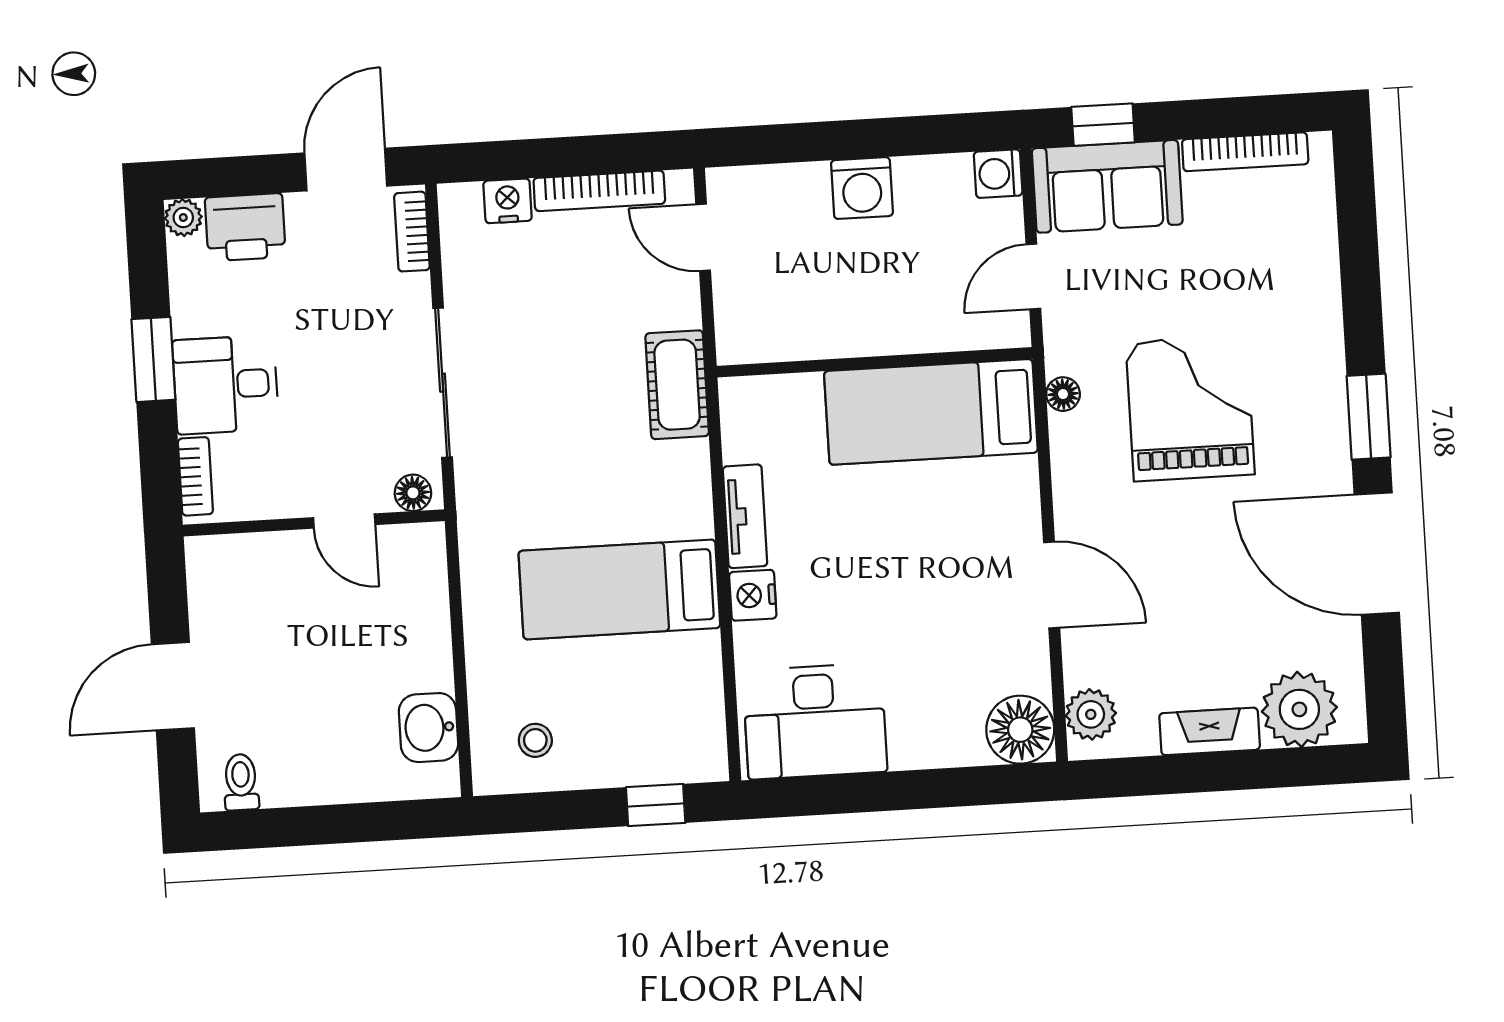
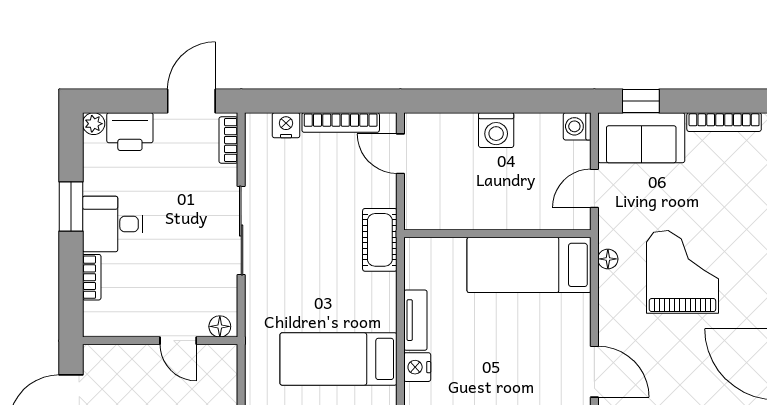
floor lamp: (413, 493) -> (220, 326), moved
door: (344, 521) -> (178, 341), moved
wall: (314, 523) -> (160, 341), moved

